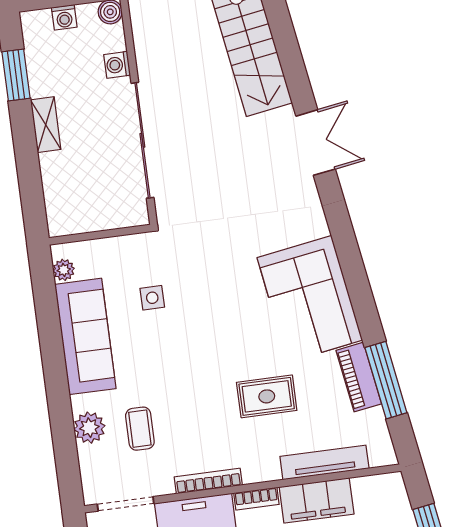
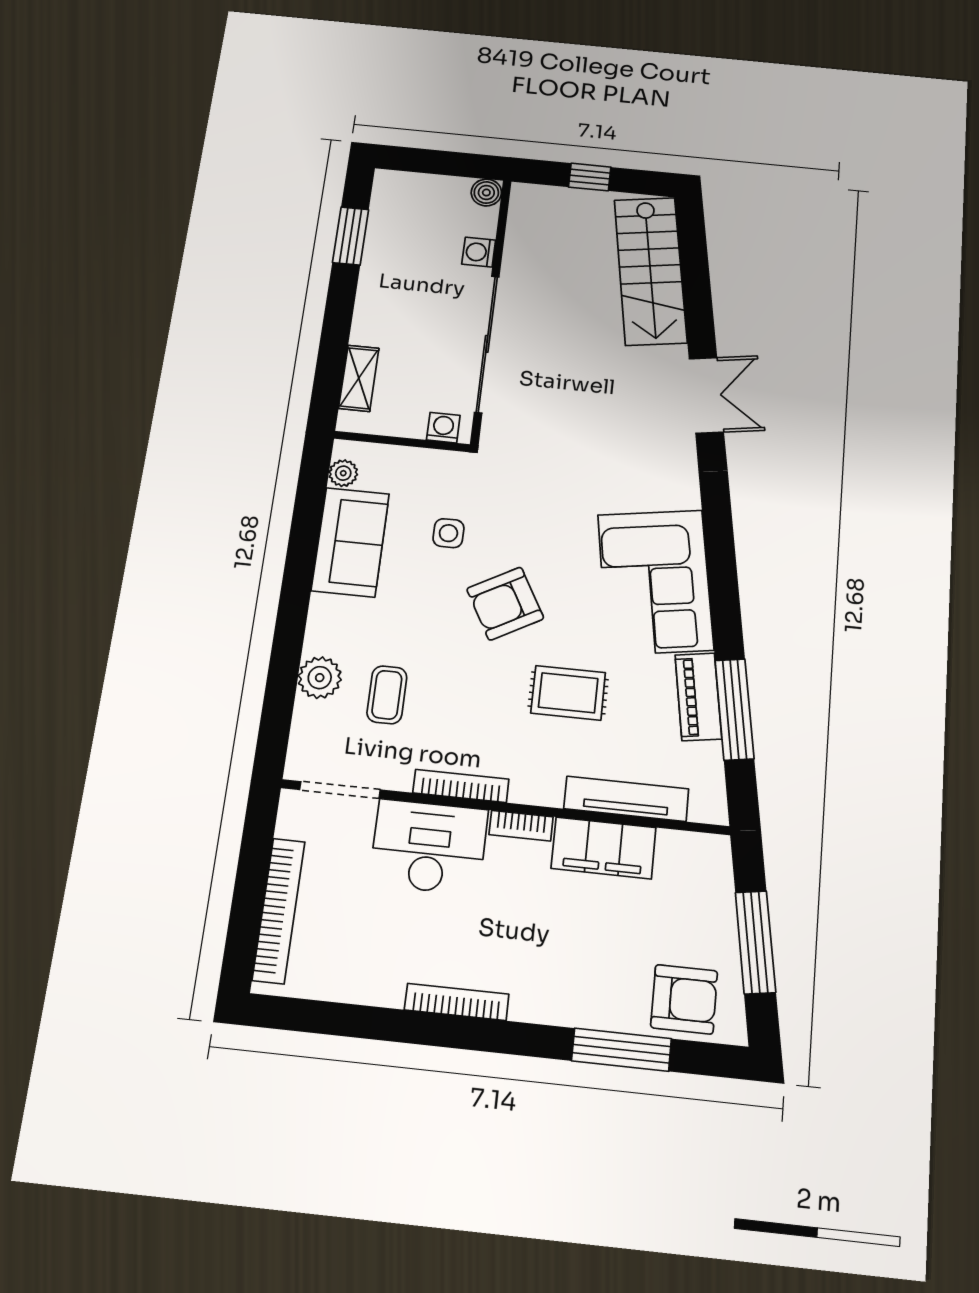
washing machine: (64, 17) -> (443, 428), moved, turned 180
shelving: (46, 125) -> (359, 378), moved
sofa: (85, 336) -> (350, 542), width x0.73
armchair: (206, 341) -> (505, 604), added

